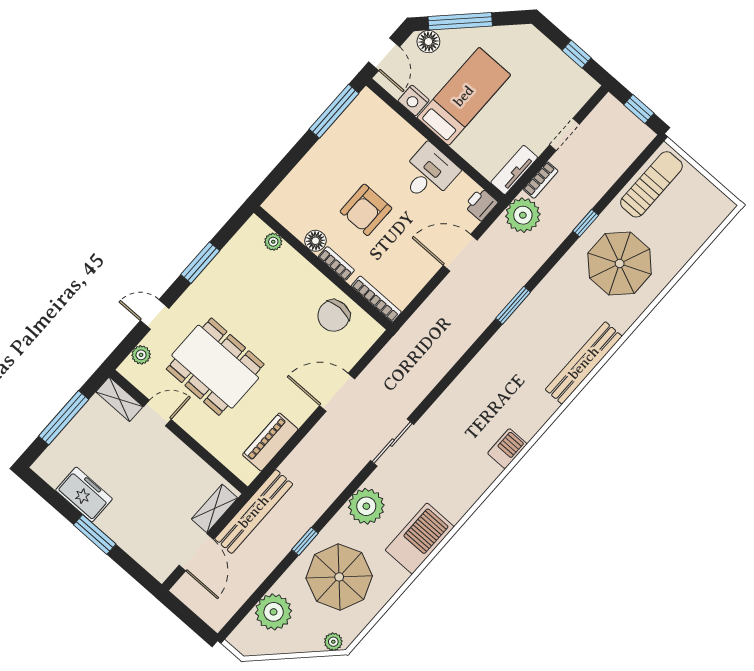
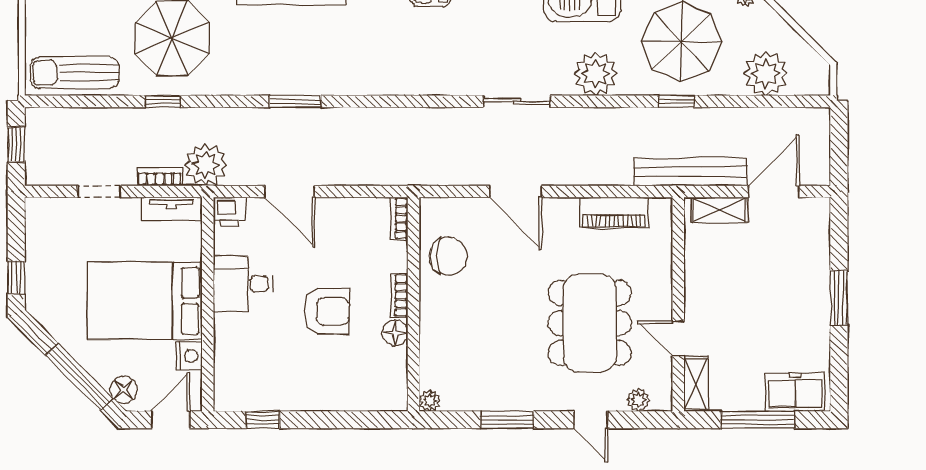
window: (577, 54) -> (16, 278), moved
bed: (464, 96) -> (145, 301), width x1.50
window: (334, 111) -> (263, 420), width x0.46
plant: (273, 242) -> (430, 401), moved
bookcase: (376, 299) -> (399, 219), width x0.64
freezer: (84, 495) -> (795, 392), moved, turned 90

